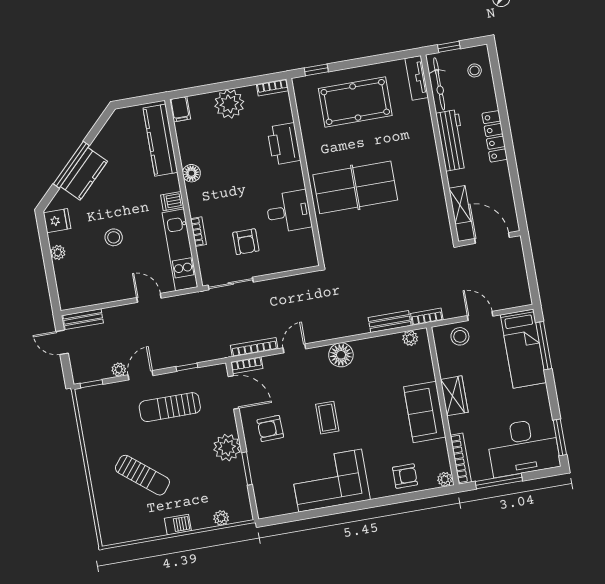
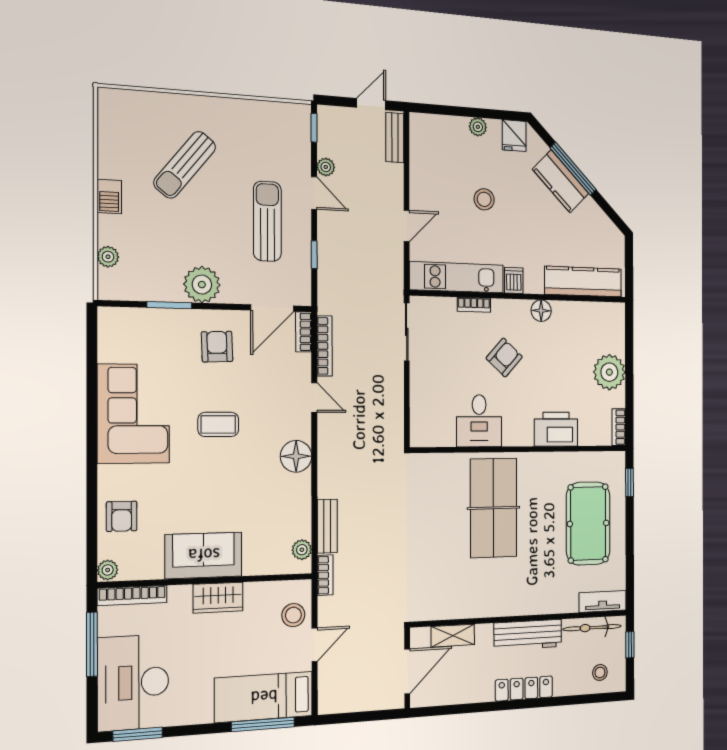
filing cabinet: (180, 109) -> (613, 313), removed
armchair: (246, 242) -> (504, 358), moved, turned 132

